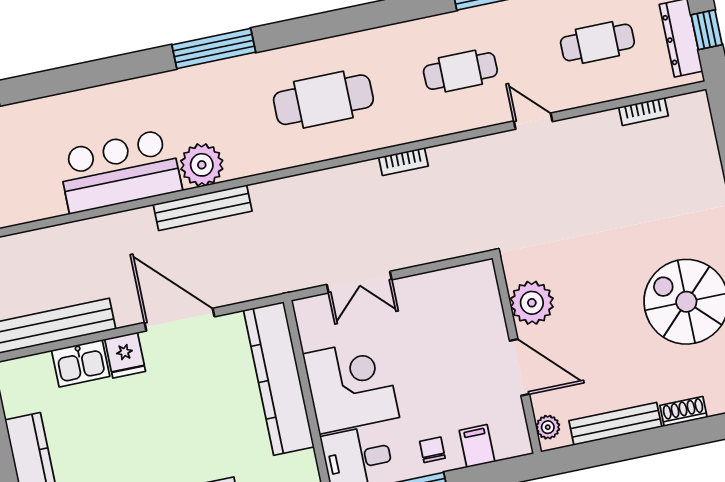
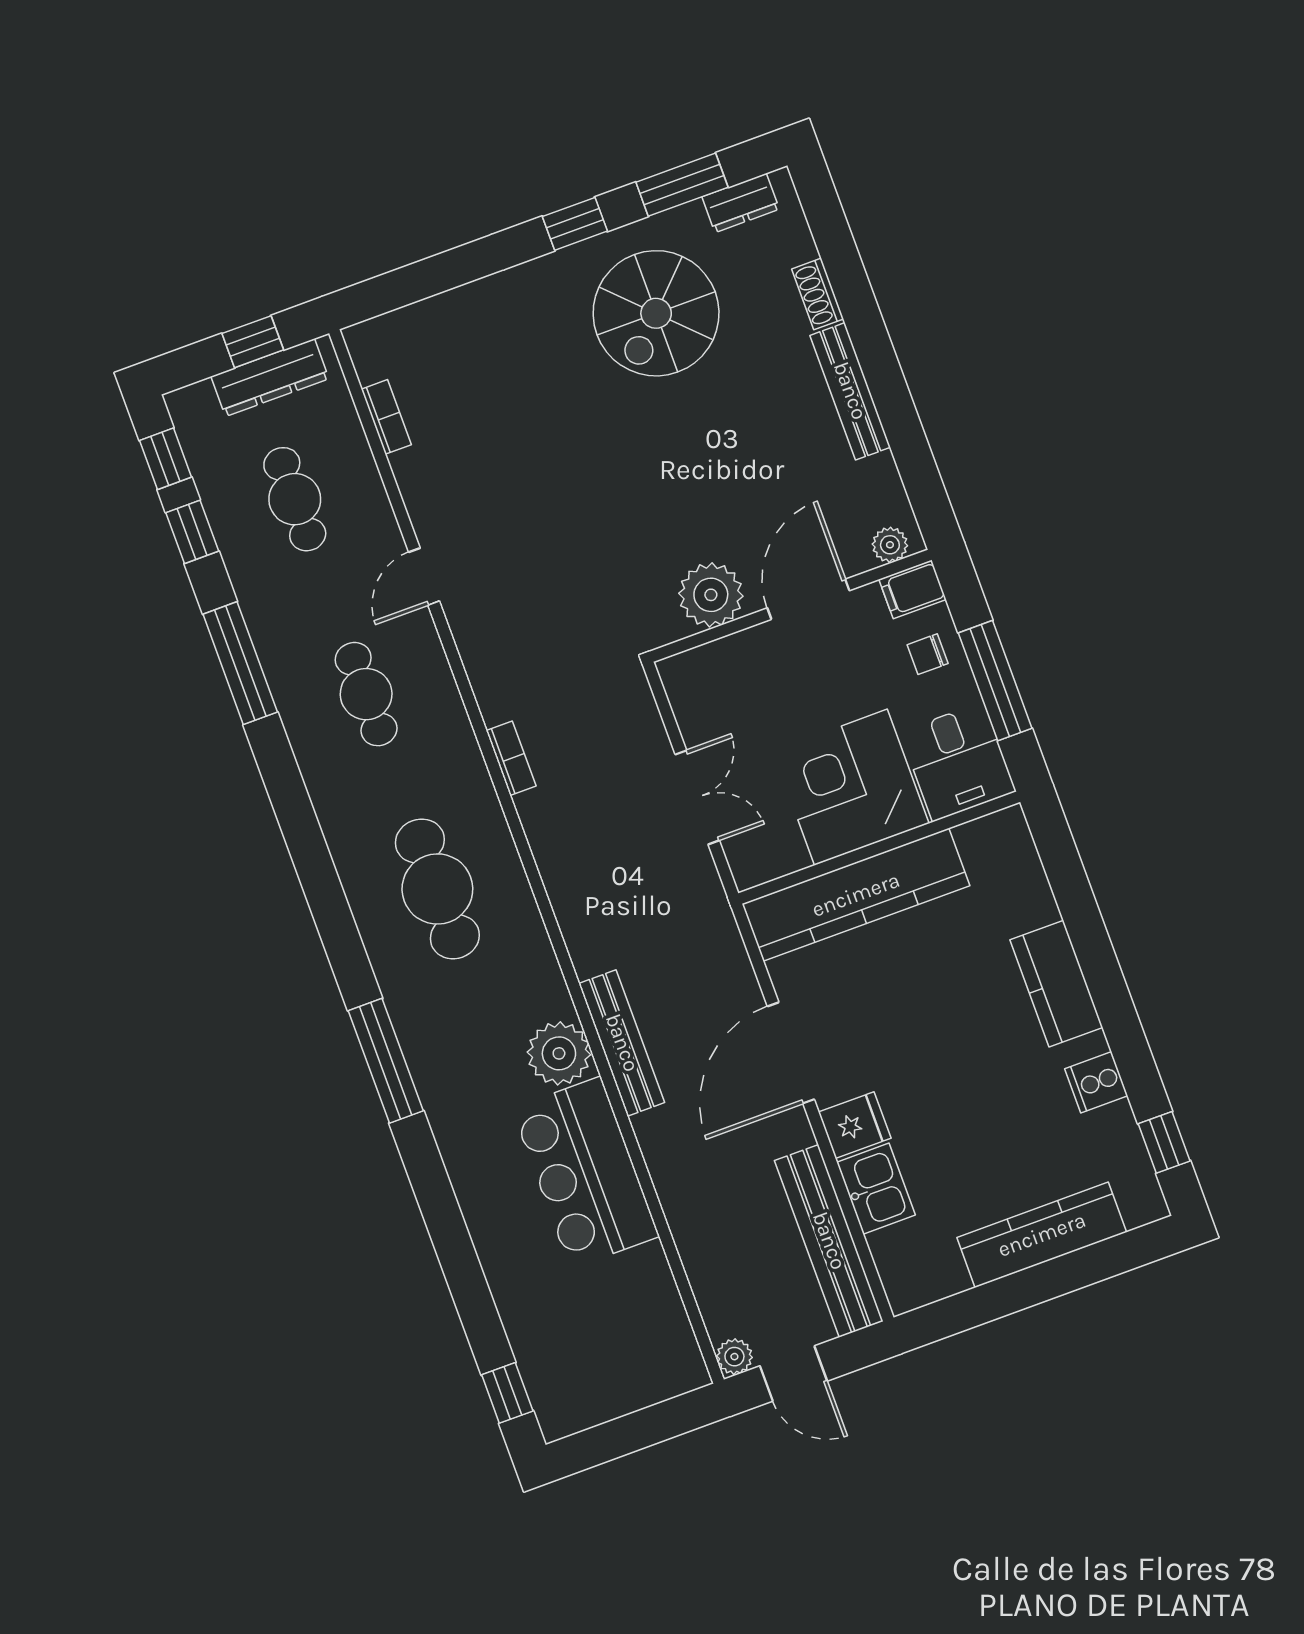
plant: (532, 303) -> (711, 595), moved
wall: (517, 355) -> (791, 606), moved
door: (519, 367) -> (808, 599), moved
plant: (548, 427) -> (890, 545), moved

